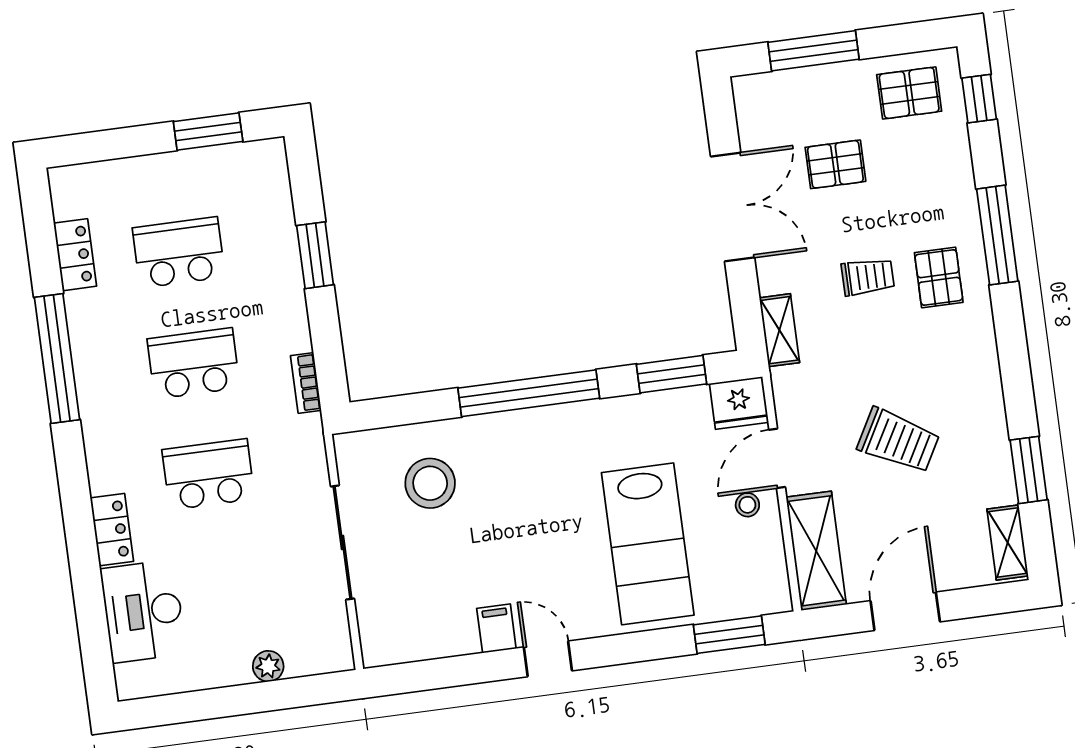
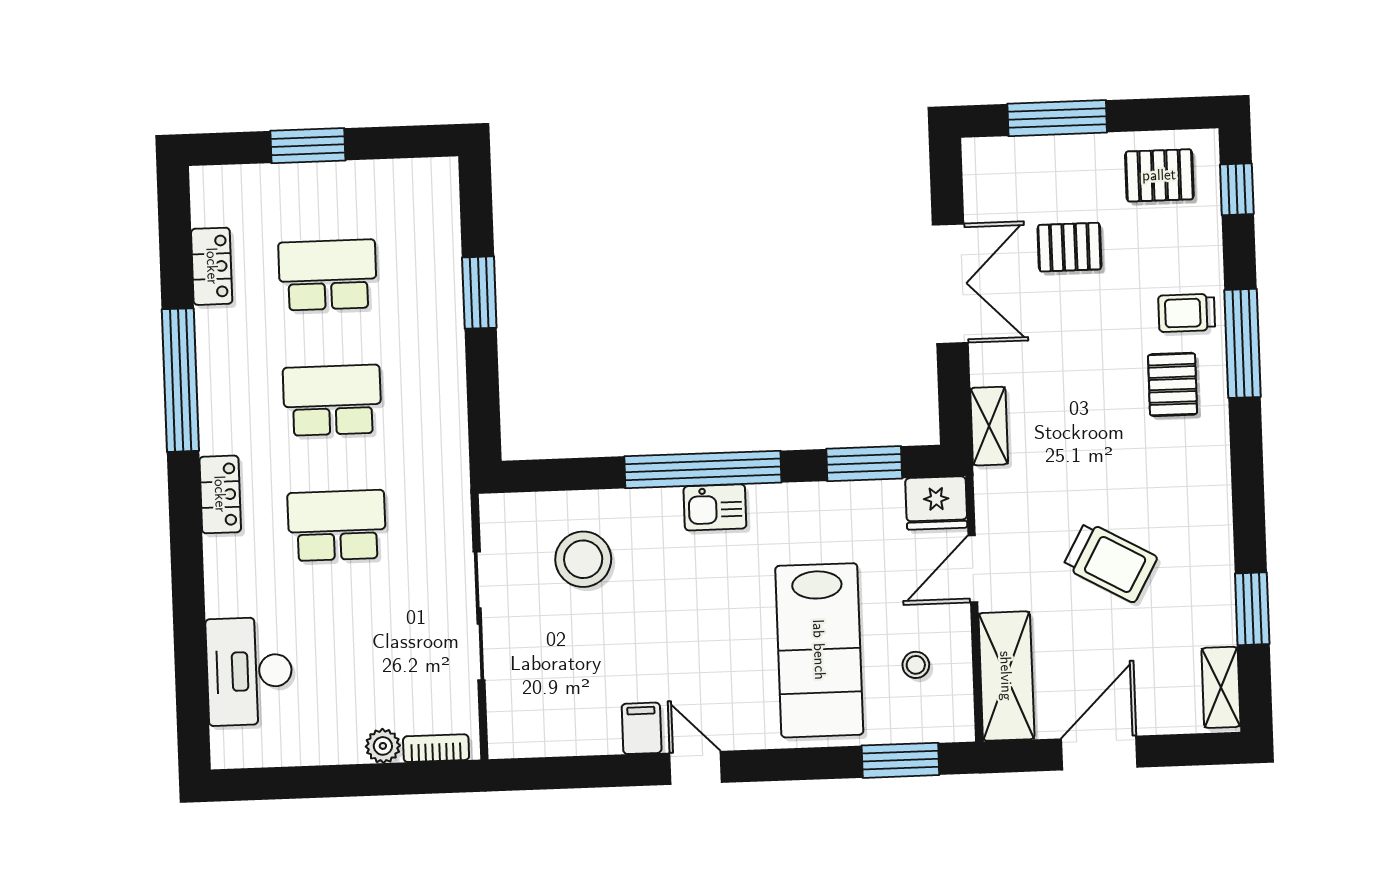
window: (208, 132) -> (308, 146), moved
trolley: (868, 277) -> (1187, 313), moved, turned 180
bookcase: (306, 383) -> (436, 748), moved, turned 90
kitchen sink: (543, 426) -> (715, 507), added
stool: (747, 505) -> (916, 665), moved
locker: (112, 530) -> (220, 494), moved

